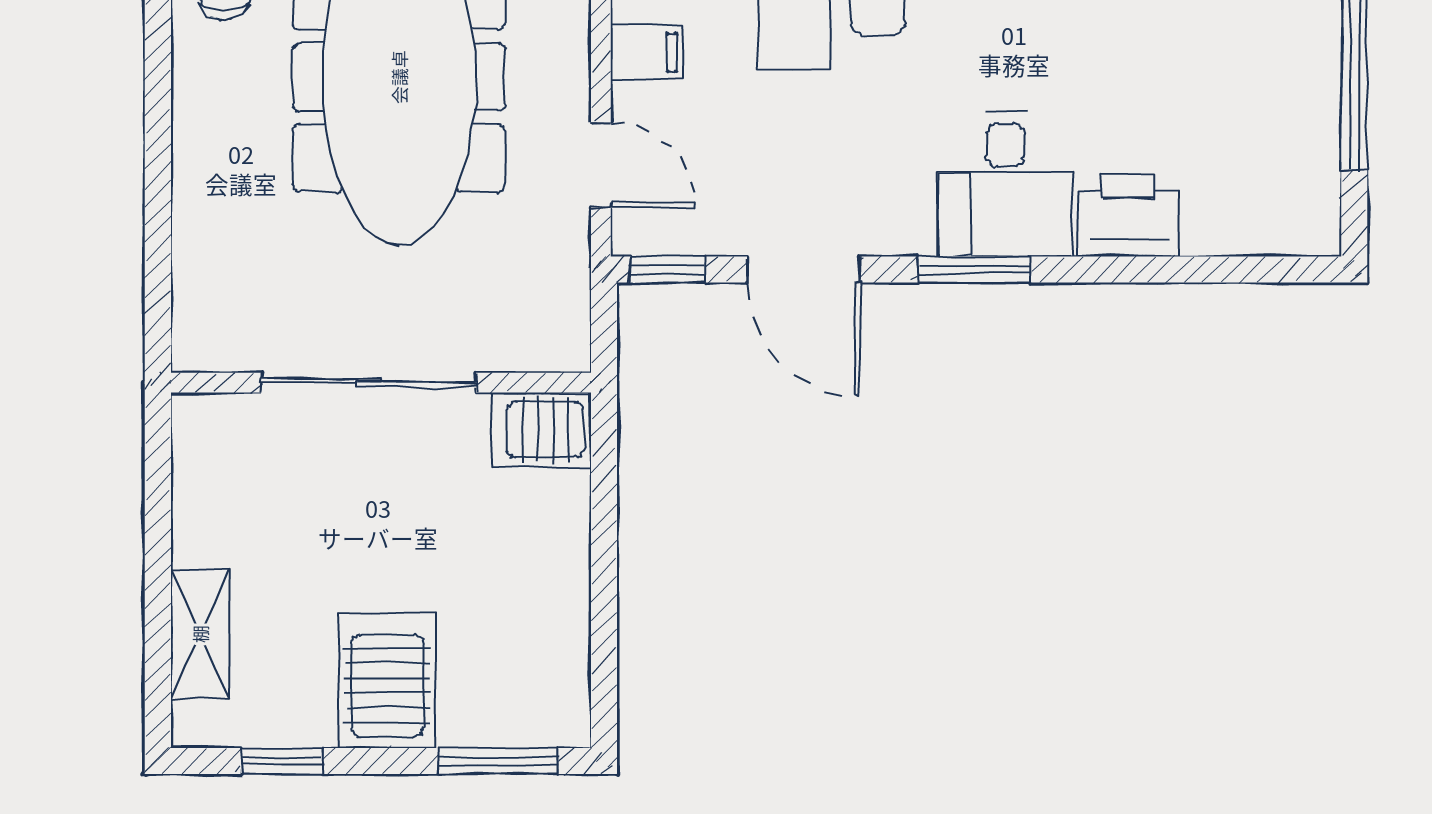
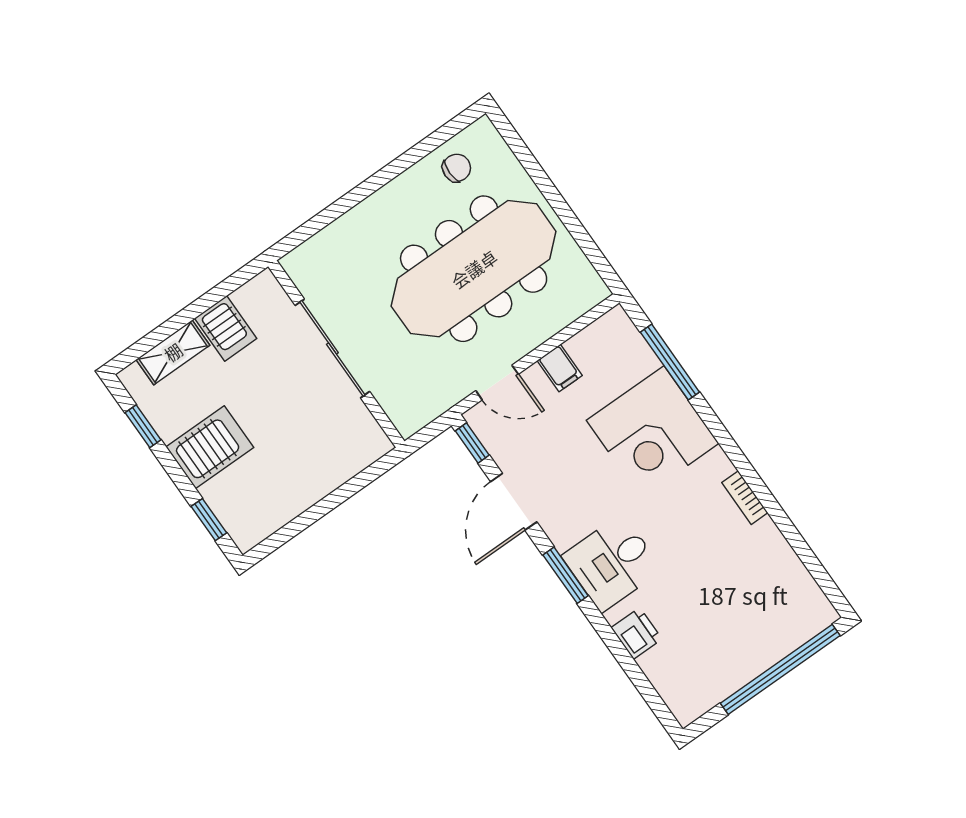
door: (601, 165) -> (497, 382), hinge flipped
printer: (1128, 215) -> (637, 633), width x0.73, depth x0.81
server rack: (541, 430) -> (226, 328), moved, turned 180
window: (498, 761) -> (209, 520), width x0.67

